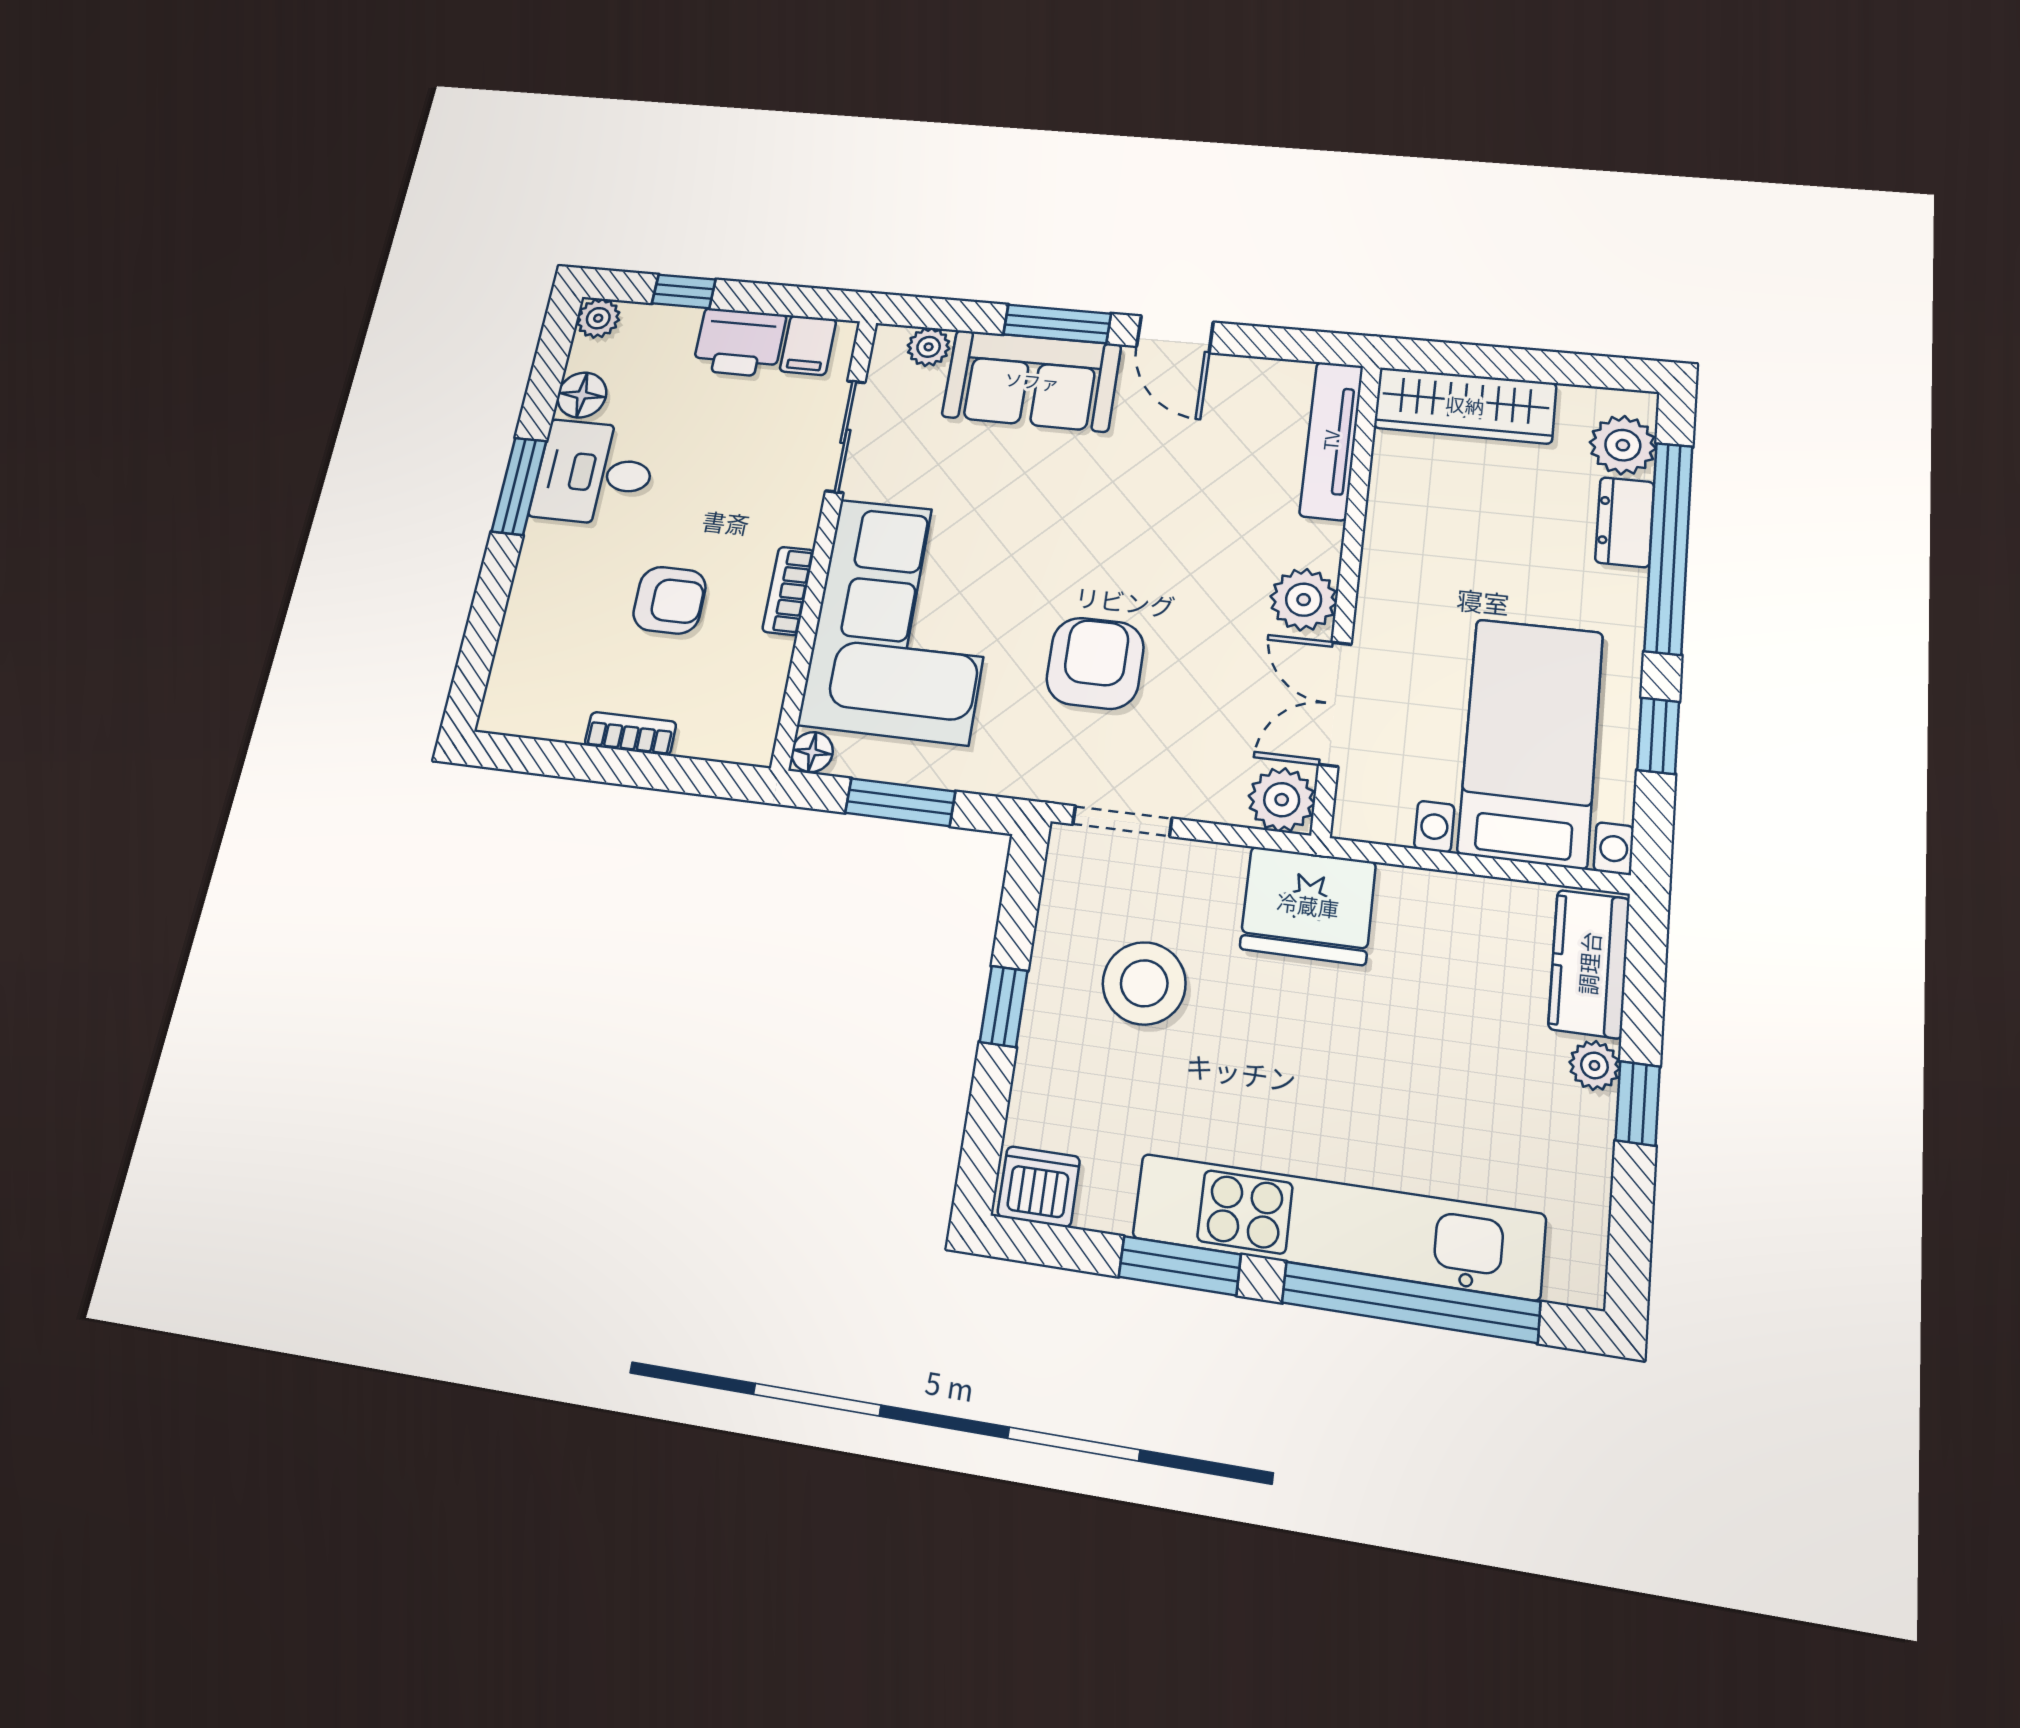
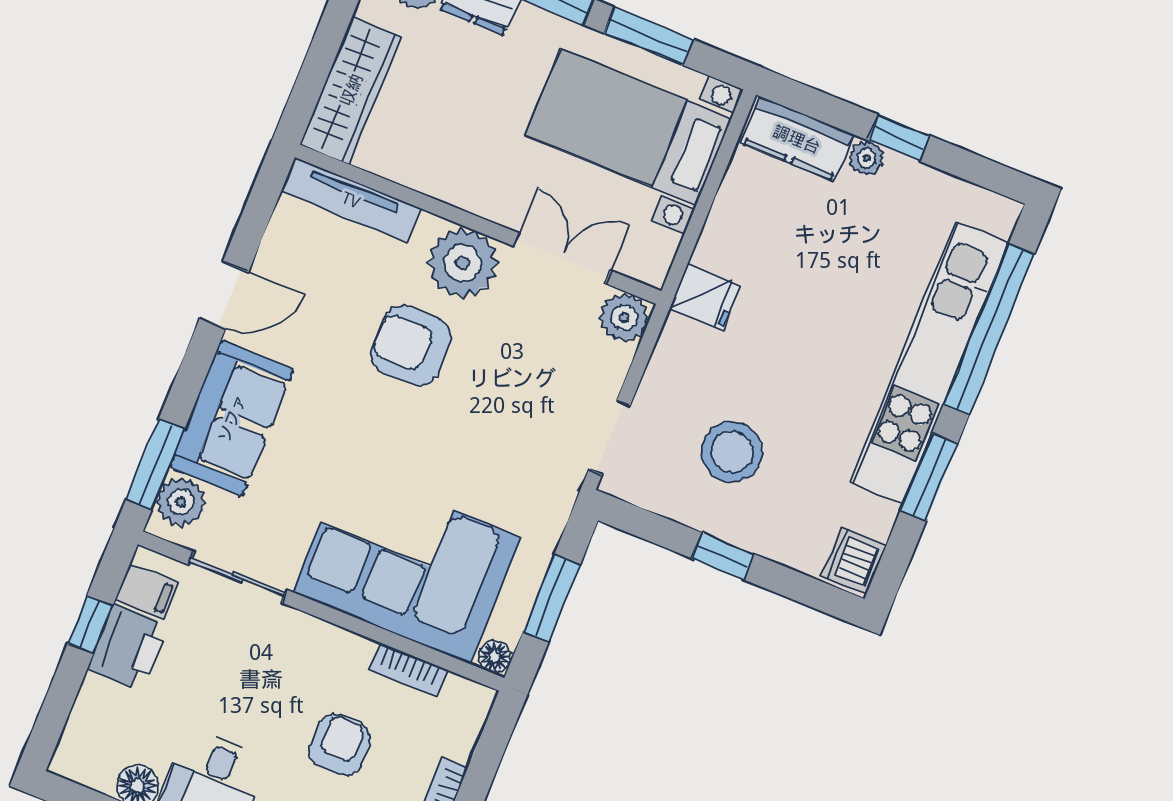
window: (684, 291) -> (90, 624), moved
plant: (598, 318) -> (70, 761), removed
window: (1057, 324) -> (155, 464), moved
plant: (929, 347) -> (181, 502), width x1.38, depth x1.38
bookcase: (788, 591) -> (408, 670), moved
plant: (1304, 600) -> (463, 263), width x1.36, depth x1.36
armchair: (1095, 663) -> (411, 346), moved
double door: (1335, 704) -> (562, 258), swing flipped
window: (1658, 736) -> (648, 36), width x1.50
fridge: (1308, 905) -> (705, 297), width x0.53, depth x0.75

